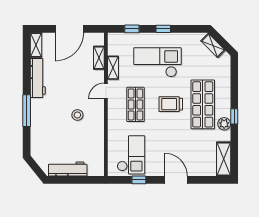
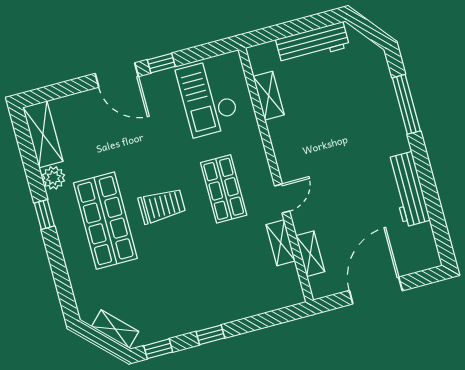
window: (132, 29) -> (158, 349), moved
shelving: (36, 45) -> (269, 96), moved
checkout: (157, 62) -> (205, 273), removed
window: (27, 111) -> (406, 104), moved
stool: (77, 115) -> (321, 143), removed
plant: (224, 124) -> (53, 178), moved
window: (139, 180) -> (161, 63), moved

